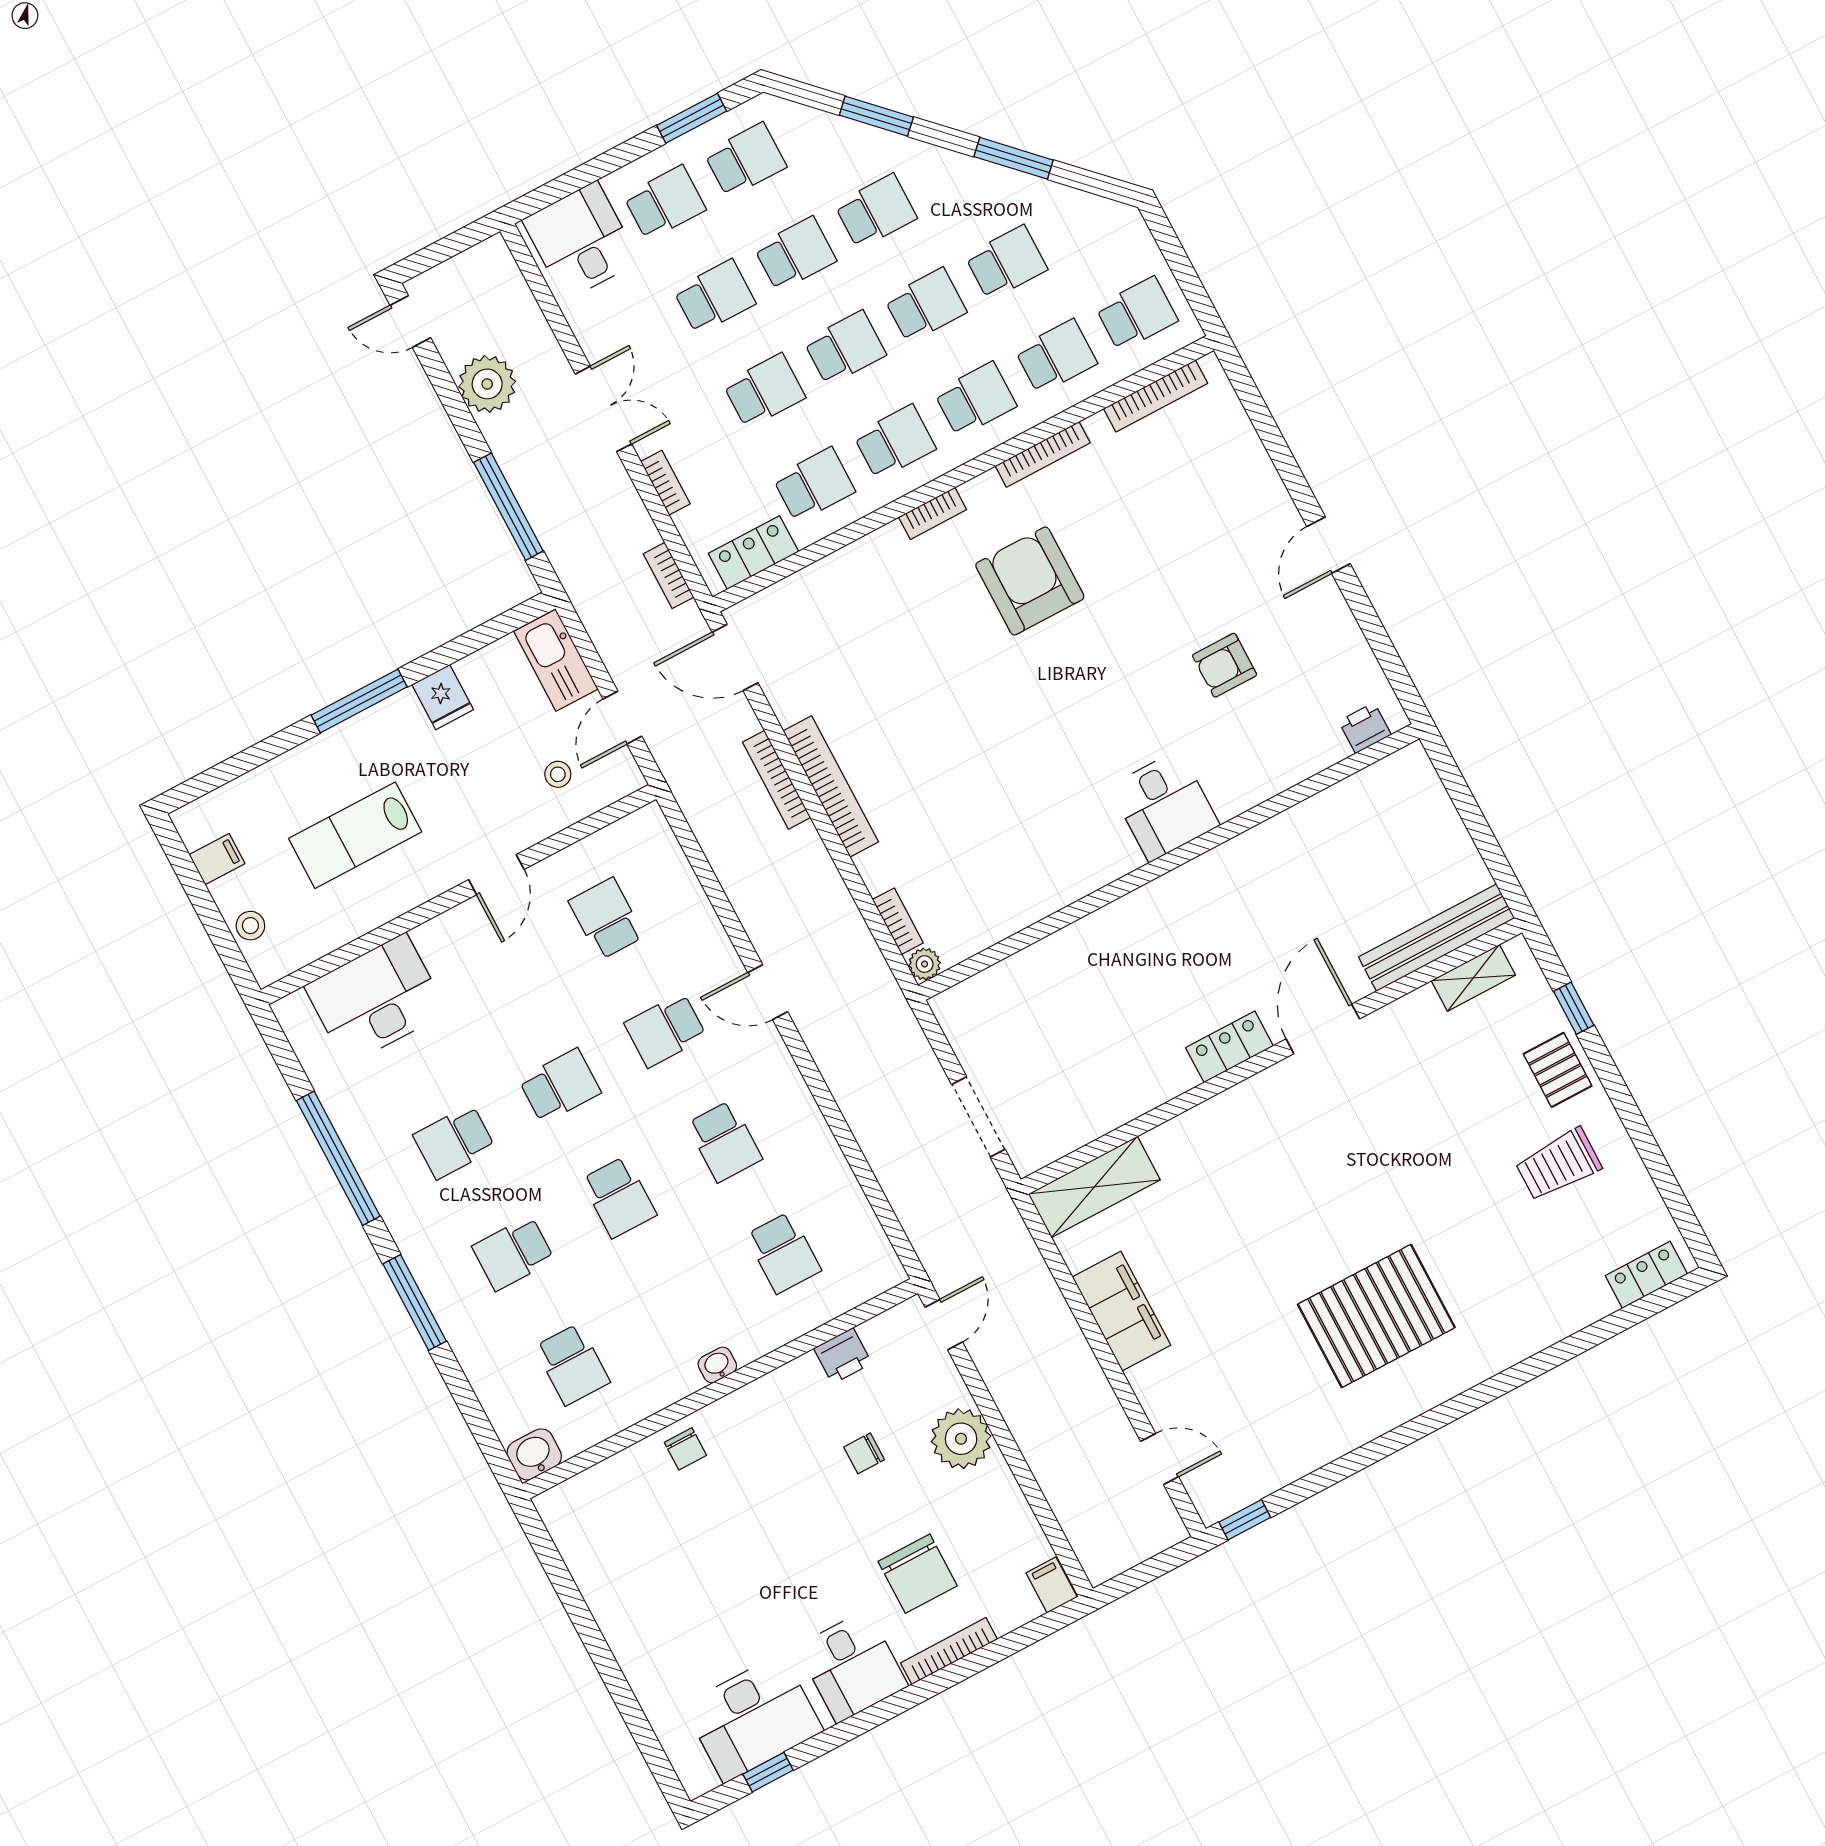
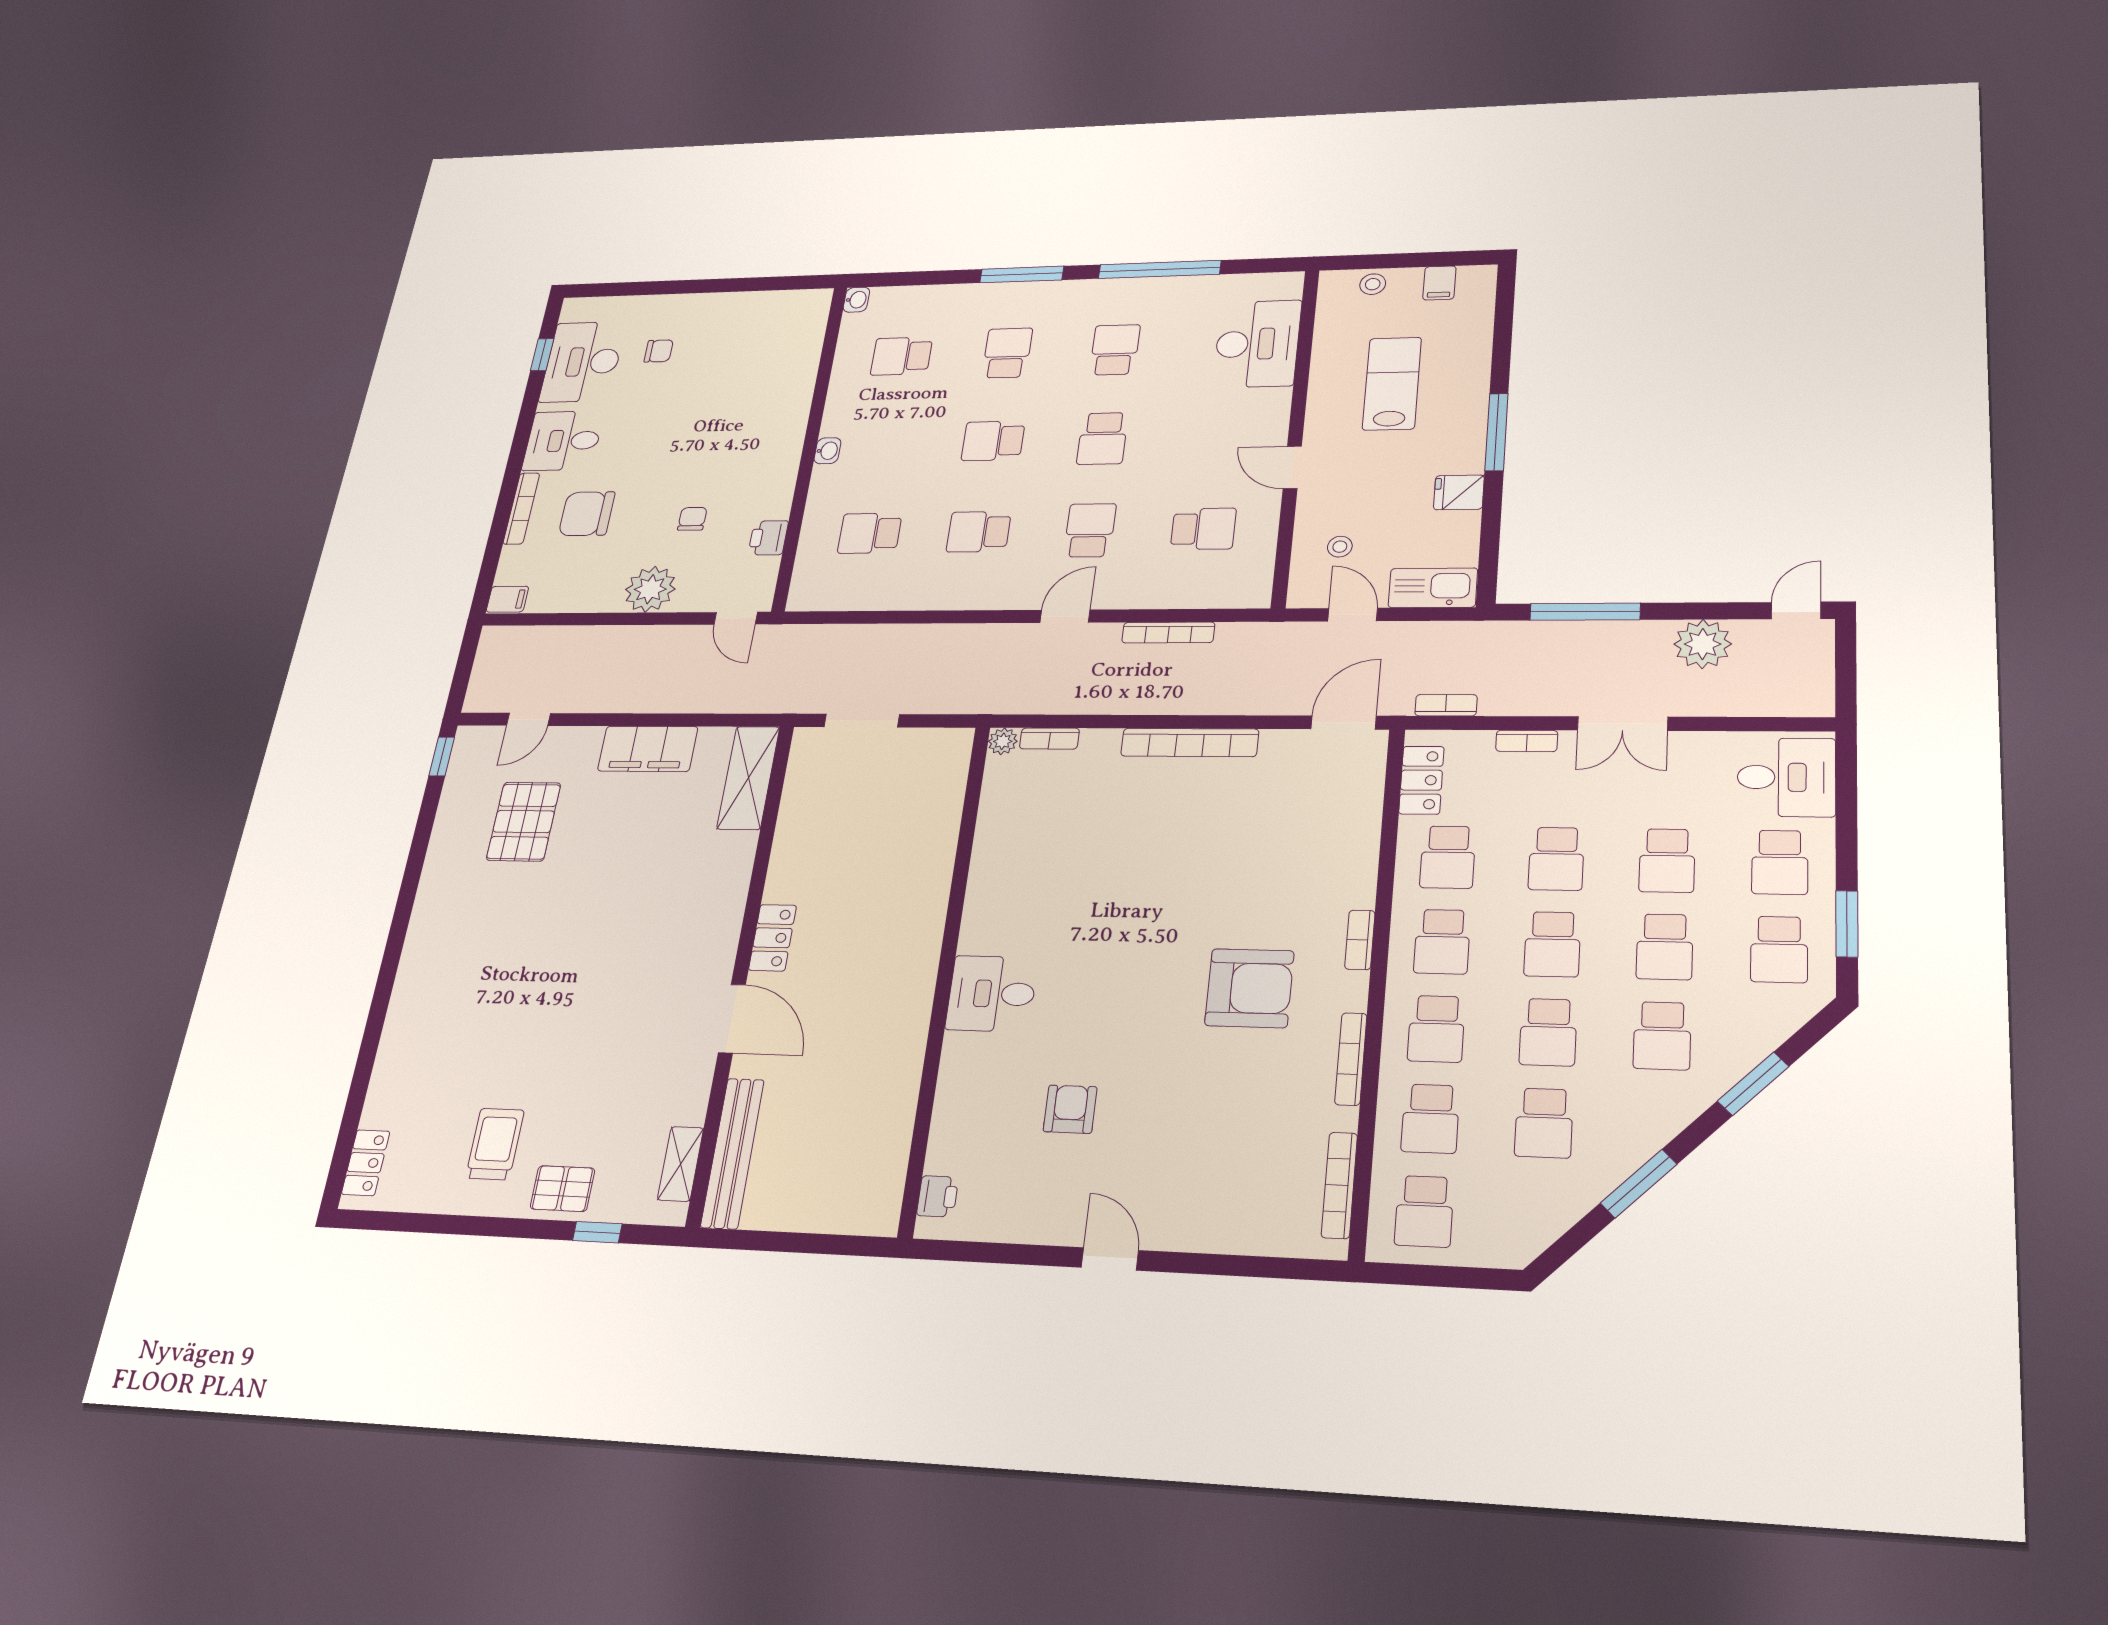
bookcase: (777, 780) -> (1168, 633), moved, turned 180
pallet: (1376, 1316) -> (524, 821), moved, width x0.73, depth x0.71
chair: (685, 1449) -> (659, 351), moved, turned 180
washbasin: (534, 1454) -> (856, 300), width x0.72, depth x0.69

